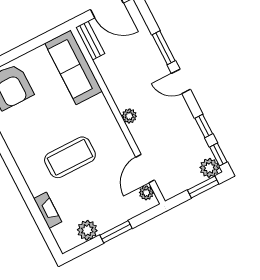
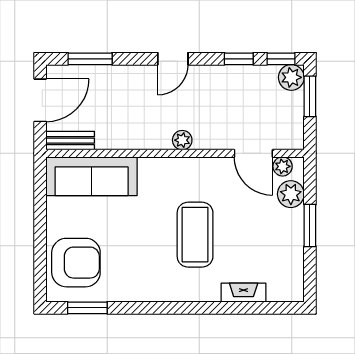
window: (164, 48) -> (90, 59), moved
plant: (87, 230) -> (291, 194), moved

